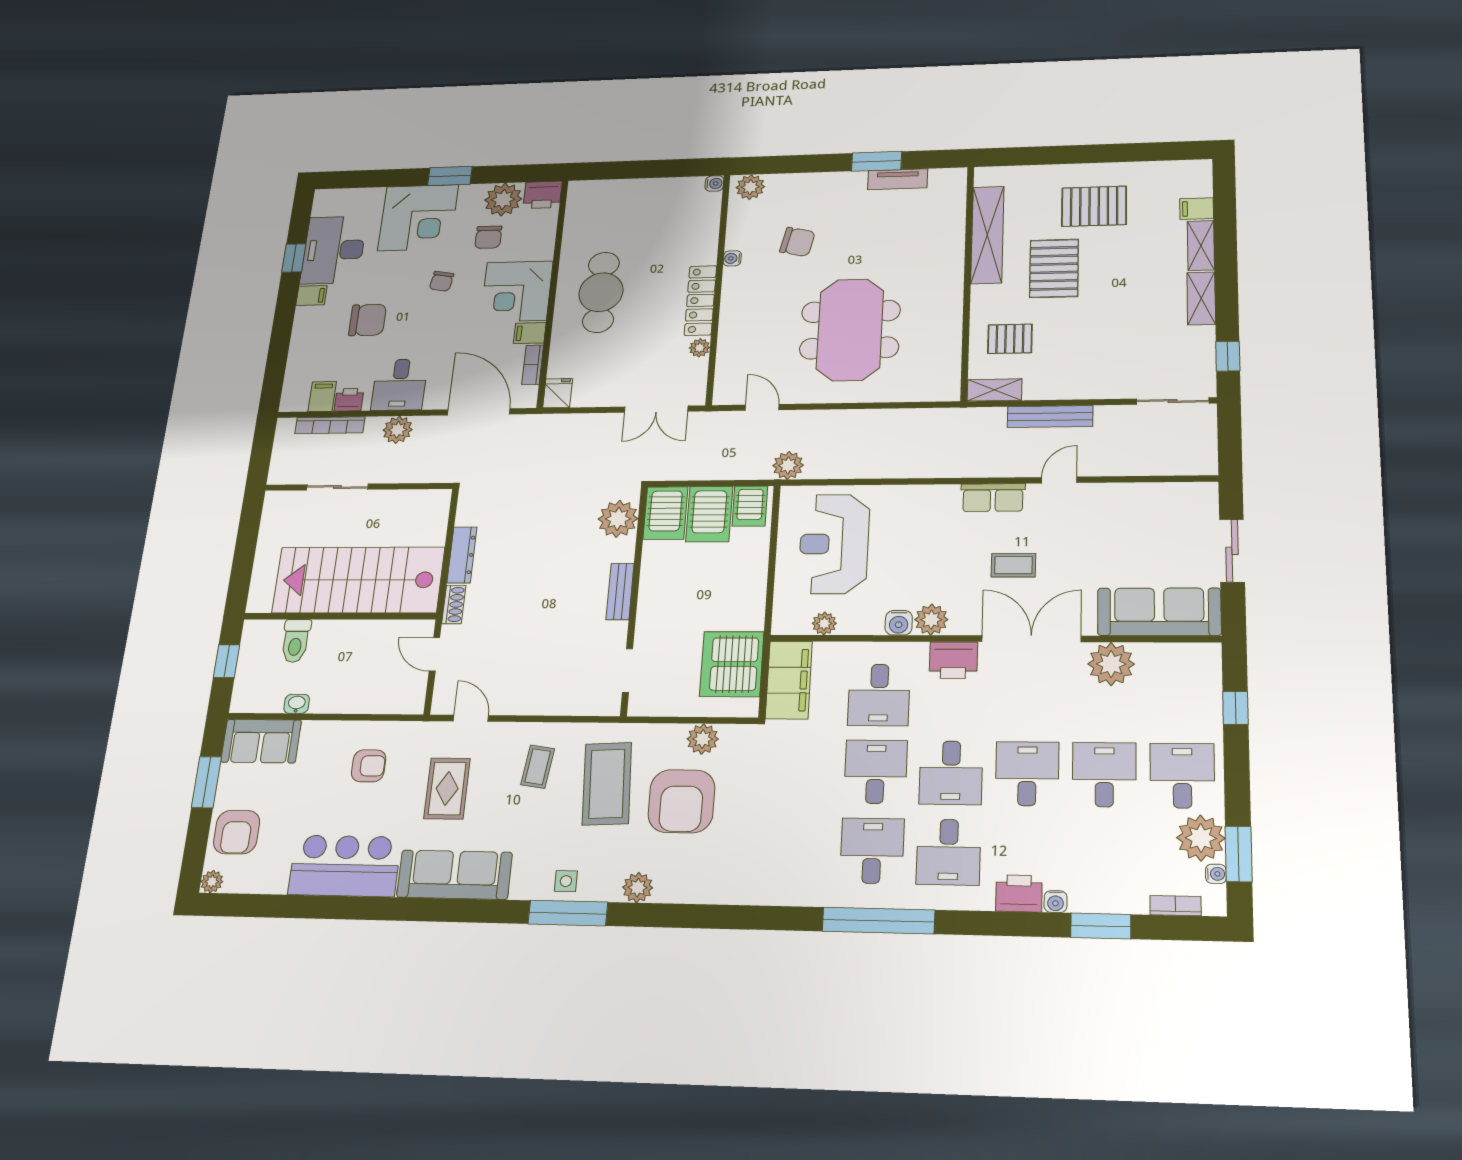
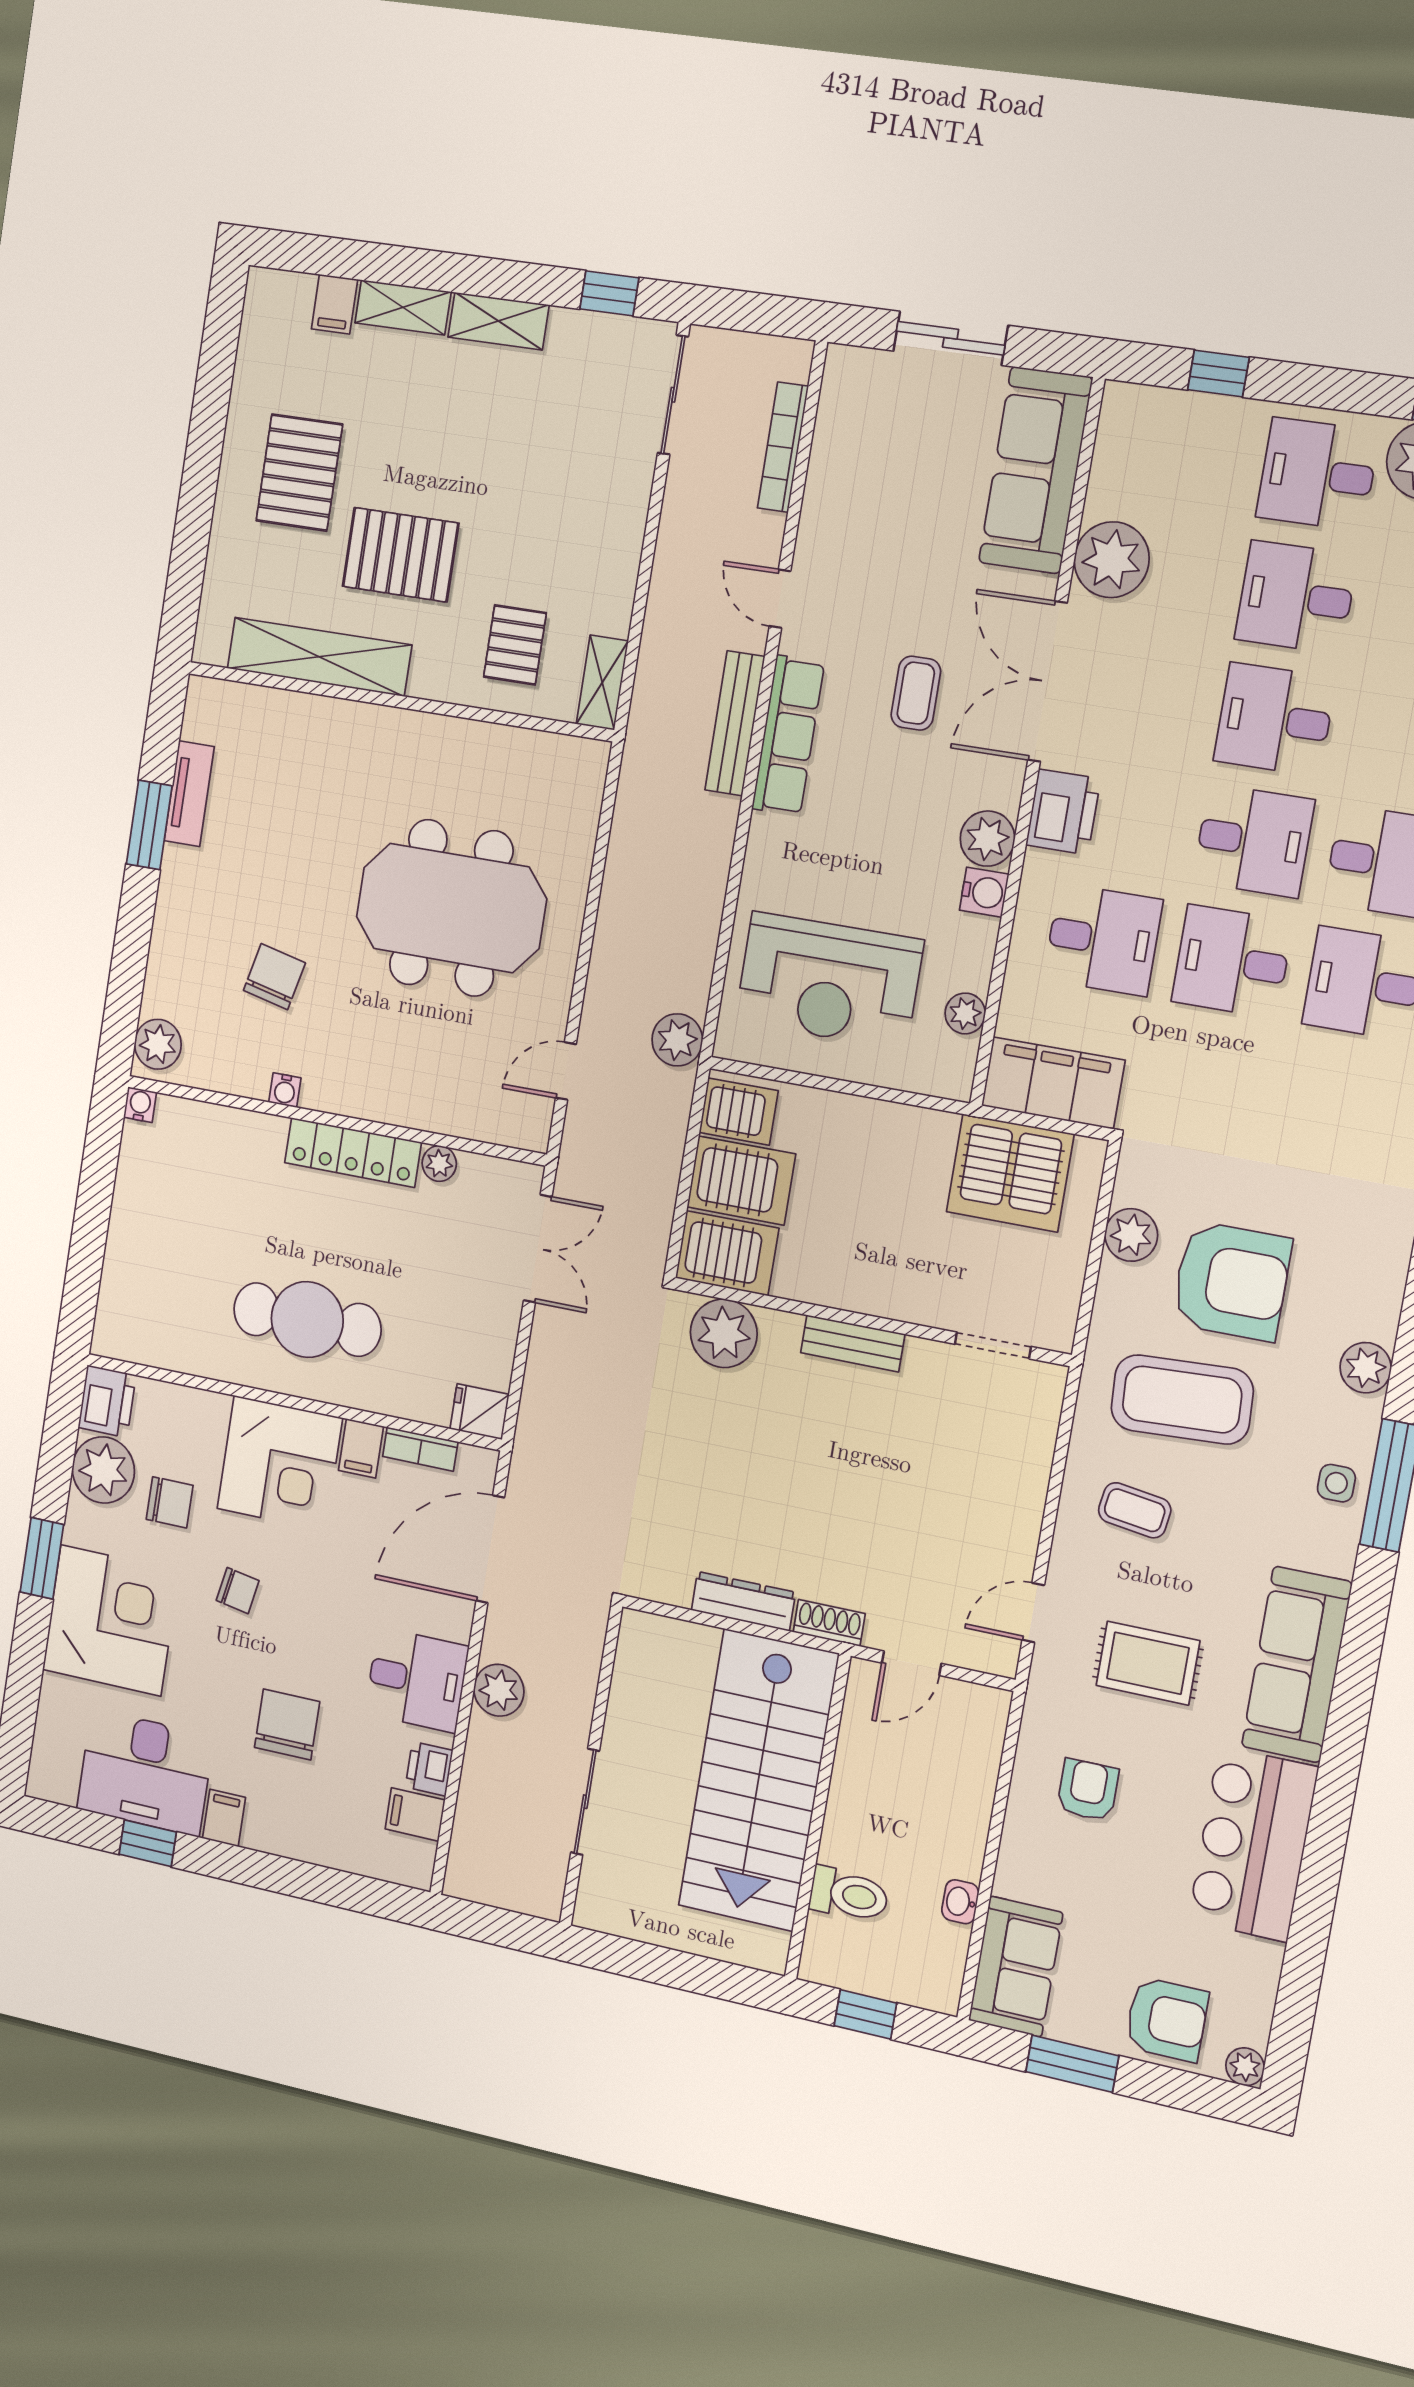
bench: (1050, 417) -> (735, 723), moved
bookcase: (330, 425) -> (783, 447), moved, turned 180
row of seats: (993, 498) -> (788, 736), width x1.48

